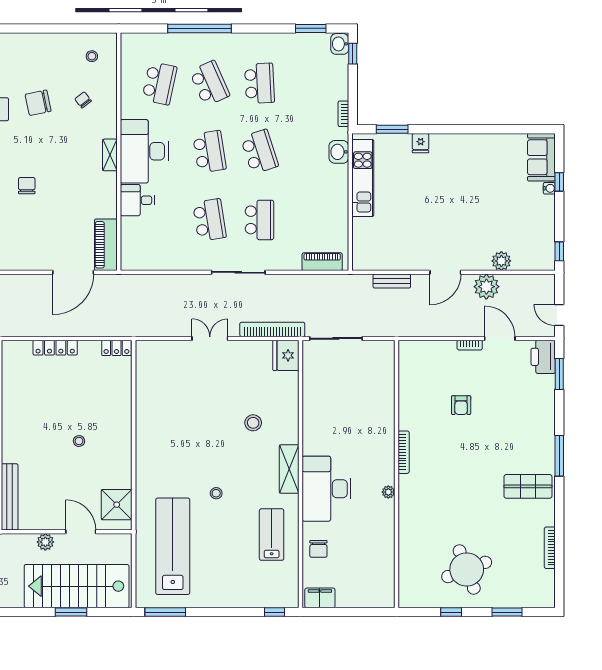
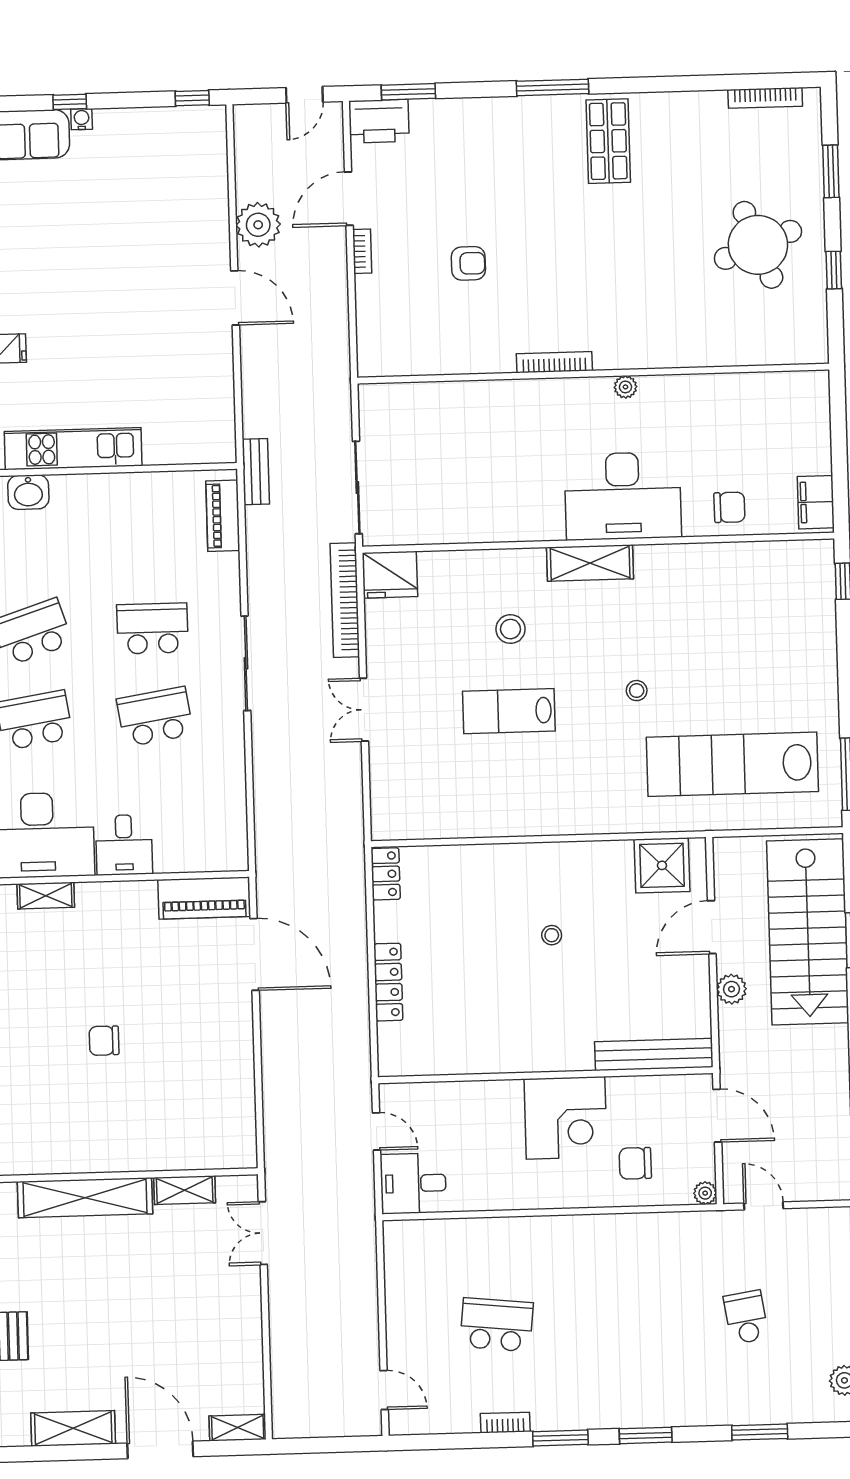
plant: (501, 261) -> (212, 200), removed
bench: (392, 281) -> (256, 472), moved
lab bench: (272, 535) -> (509, 711), moved
bookcase: (550, 548) -> (765, 98), moved

